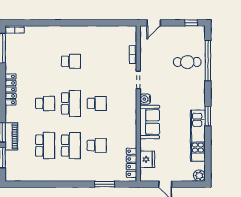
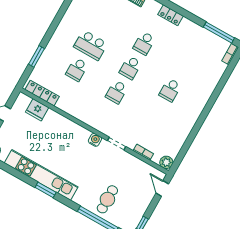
plant: (131, 31) -> (166, 162), added
locker: (11, 89) -> (171, 15), width x0.66
school desk: (71, 103) -> (130, 68), width x0.54
sofa: (150, 122) -> (71, 132), removed
kitchen unit: (198, 136) -> (41, 175), width x1.36
school desk: (45, 146) -> (104, 21), removed

